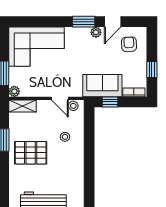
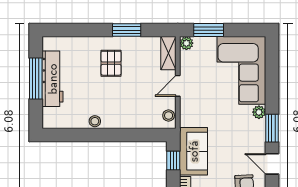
plant: (96, 32) -> (259, 112), moved
door: (60, 98) -> (178, 86), moved
stool: (65, 137) -> (95, 121), moved
pallet: (31, 153) -> (111, 63), width x0.67, depth x0.71

